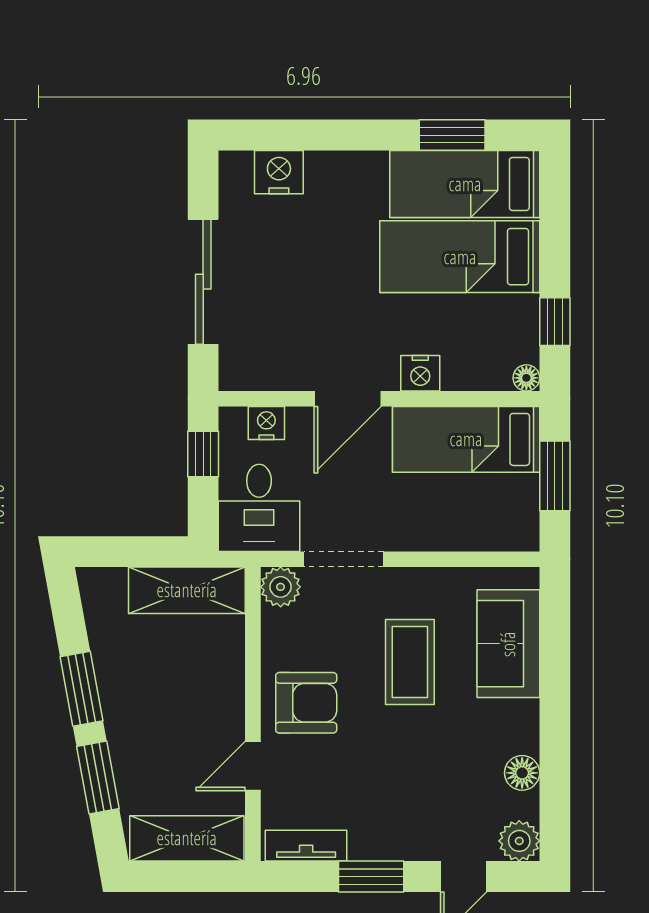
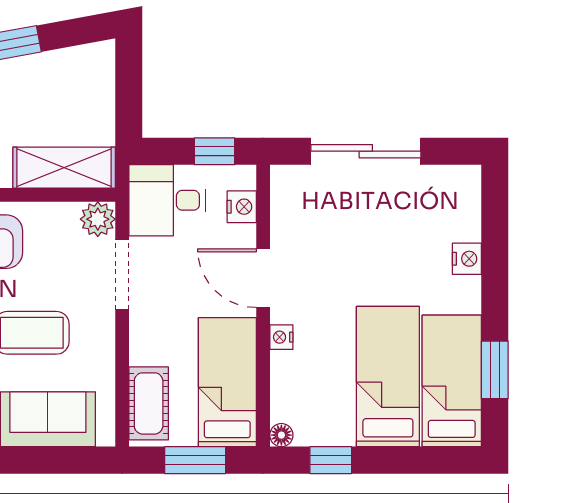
nightstand: (279, 172) -> (467, 259), moved, width x0.74, depth x0.75
nightstand: (420, 373) -> (281, 337), width x0.72, depth x0.74
cot: (490, 529) -> (149, 403), added
shelving: (187, 590) -> (64, 168), moved, turned 90

